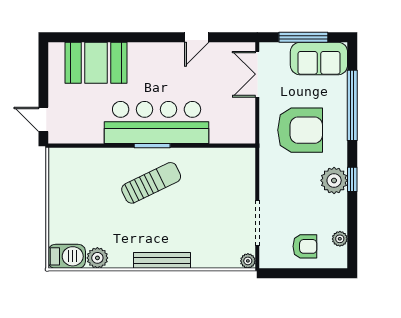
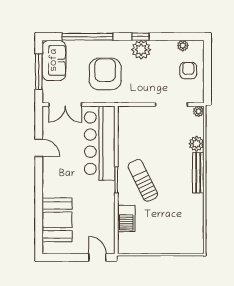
door: (43, 119) -> (97, 257), swing flipped
bar counter: (157, 123) -> (100, 143), moved
barbecue: (67, 256) -> (126, 219), moved, turned 180
plant: (97, 258) -> (196, 144), moved

